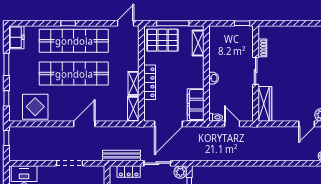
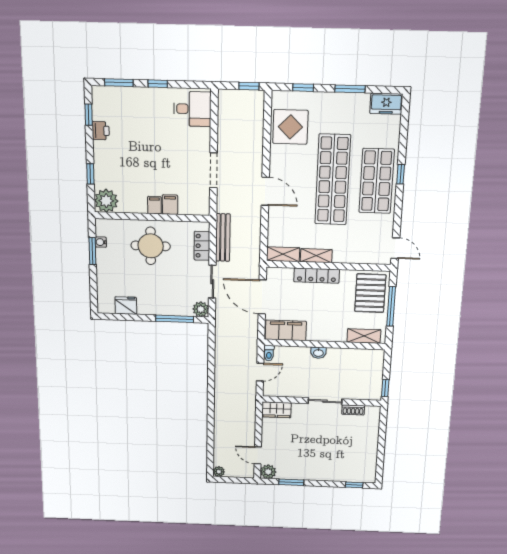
shop shelf: (74, 41) -> (377, 181), width x0.71
wardrobe: (265, 104) -> (277, 410), width x0.67

